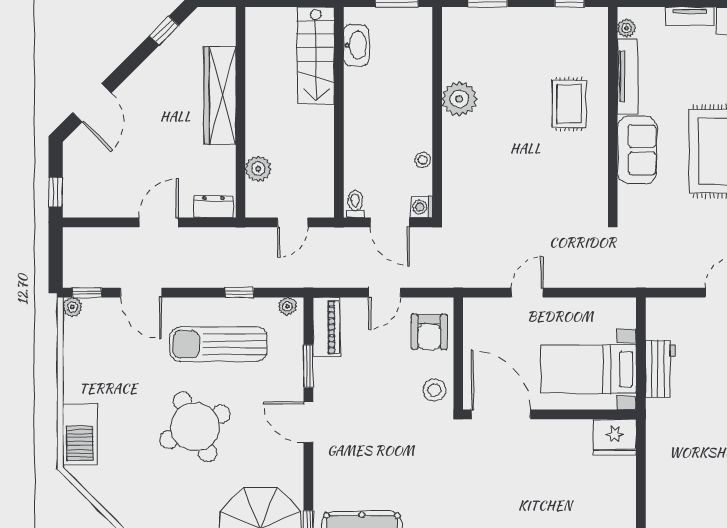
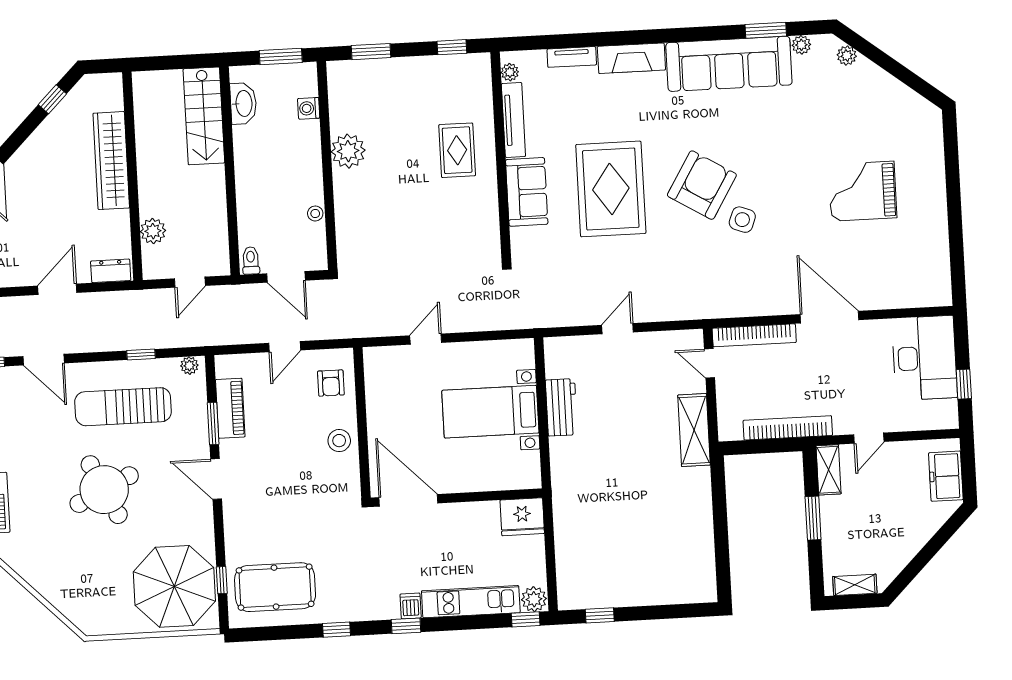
washing machine: (422, 207) -> (309, 108), moved
piano: (326, 327) -> (230, 408), moved
armchair: (429, 332) -> (331, 383), width x0.72, depth x0.72
door: (501, 414) -> (408, 500), moved
wall: (550, 414) -> (456, 498), moved
fridge: (615, 437) -> (522, 517), moved

